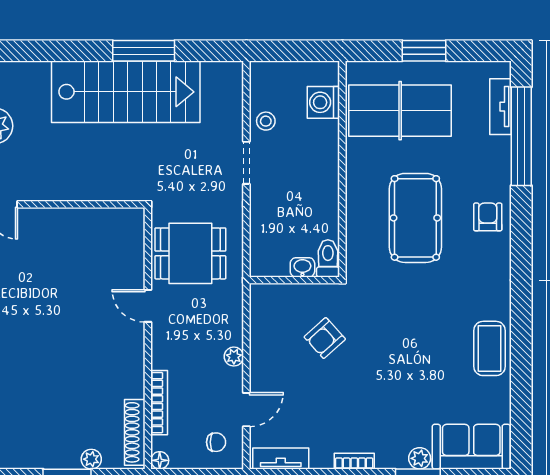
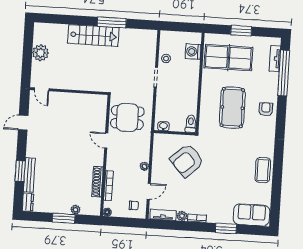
stairs: (126, 92) -> (93, 36), width x0.73, depth x0.66
washbasin: (302, 267) -> (163, 126), moved
armchair: (325, 338) -> (187, 160), width x1.88, depth x1.88
shoe rack: (135, 432) -> (97, 182), moved
plant: (420, 458) -> (182, 216), moved

